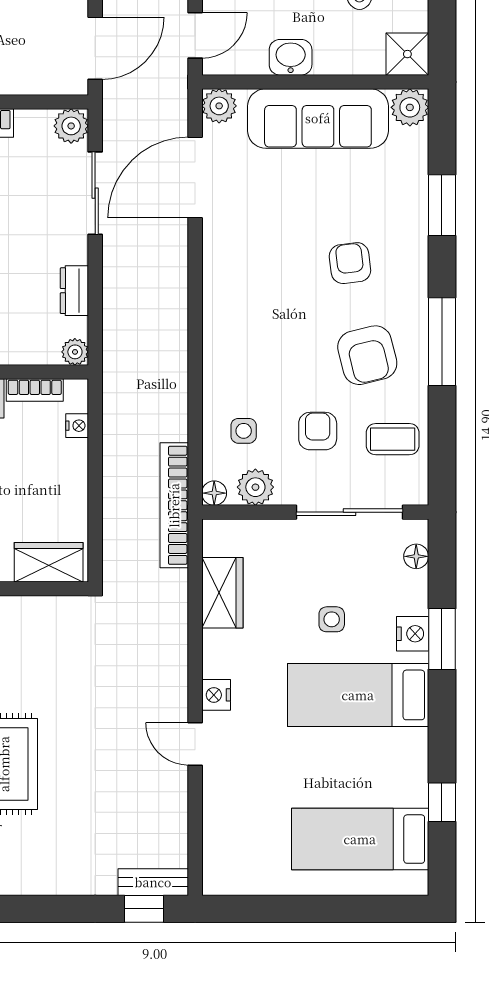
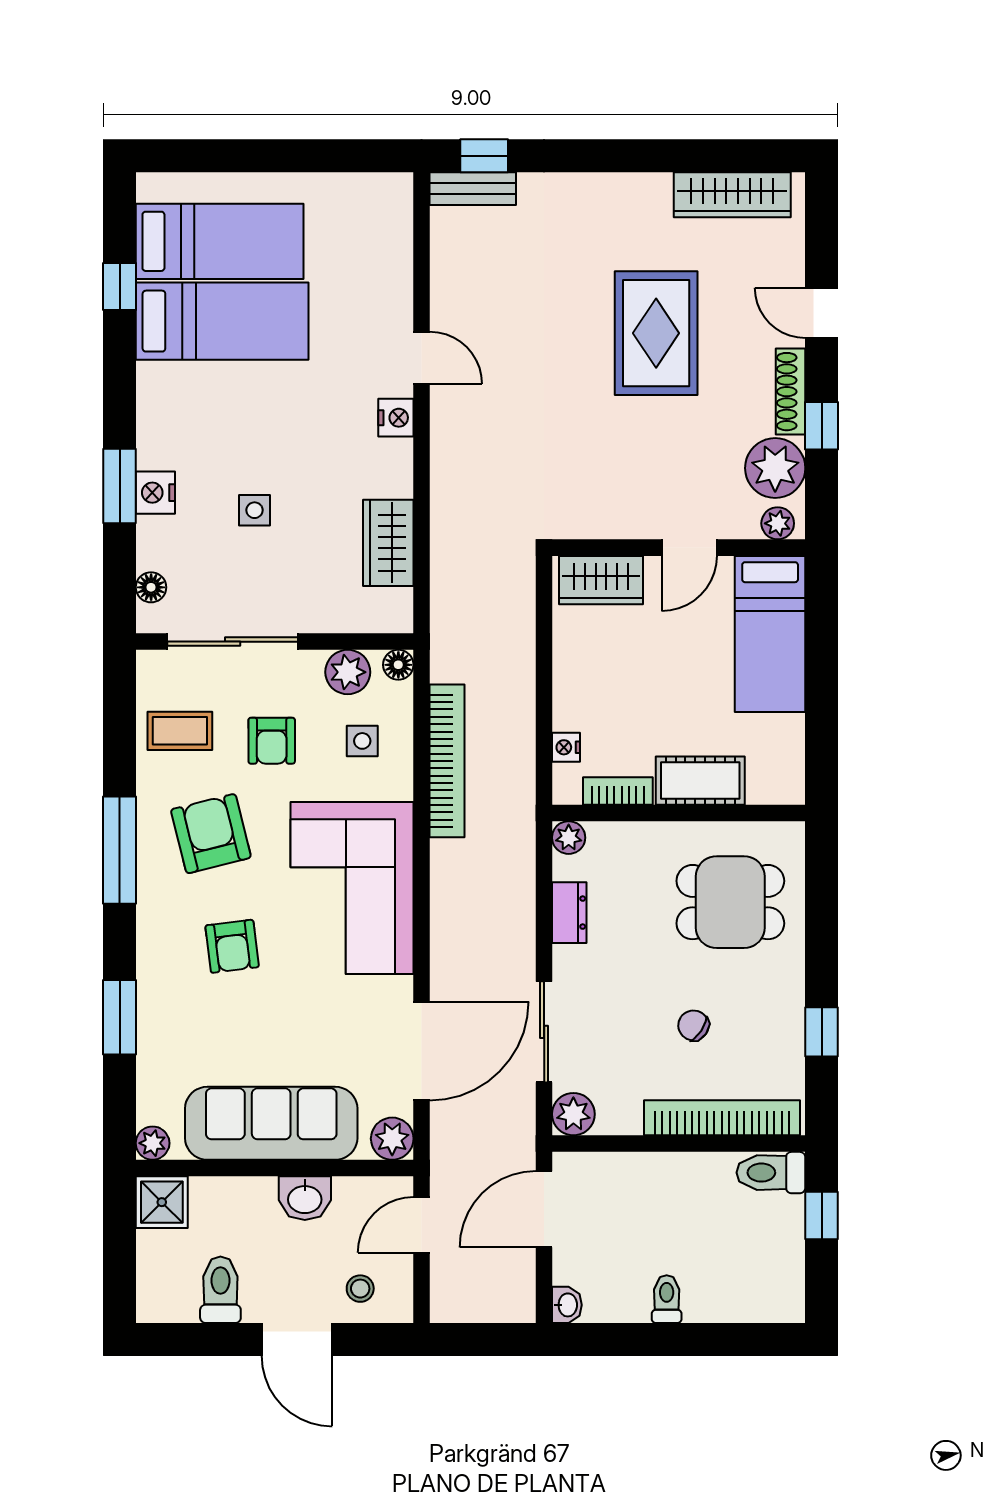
plant: (410, 107) -> (153, 1143), width x0.73, depth x0.73
corner sofa: (252, 311) -> (352, 888), added
bookcase: (174, 505) -> (447, 761), moved
bed: (358, 695) -> (222, 321), moved

